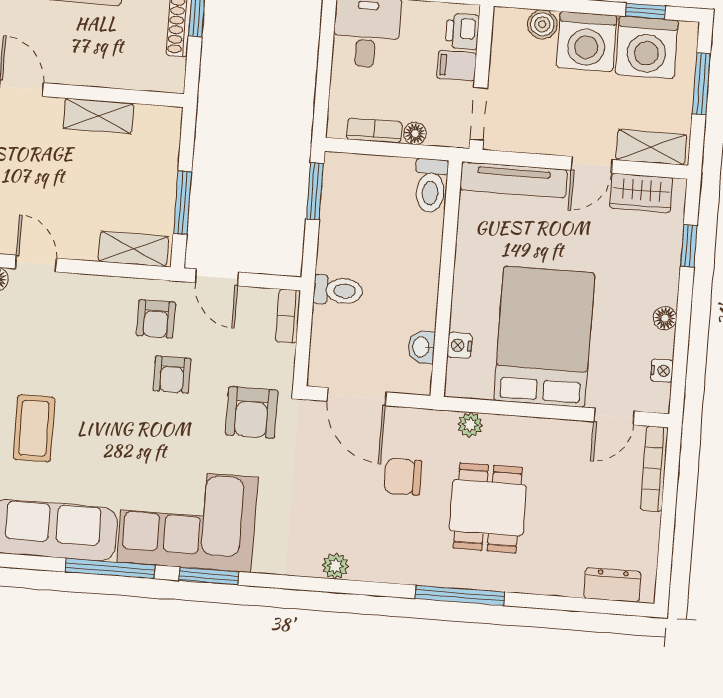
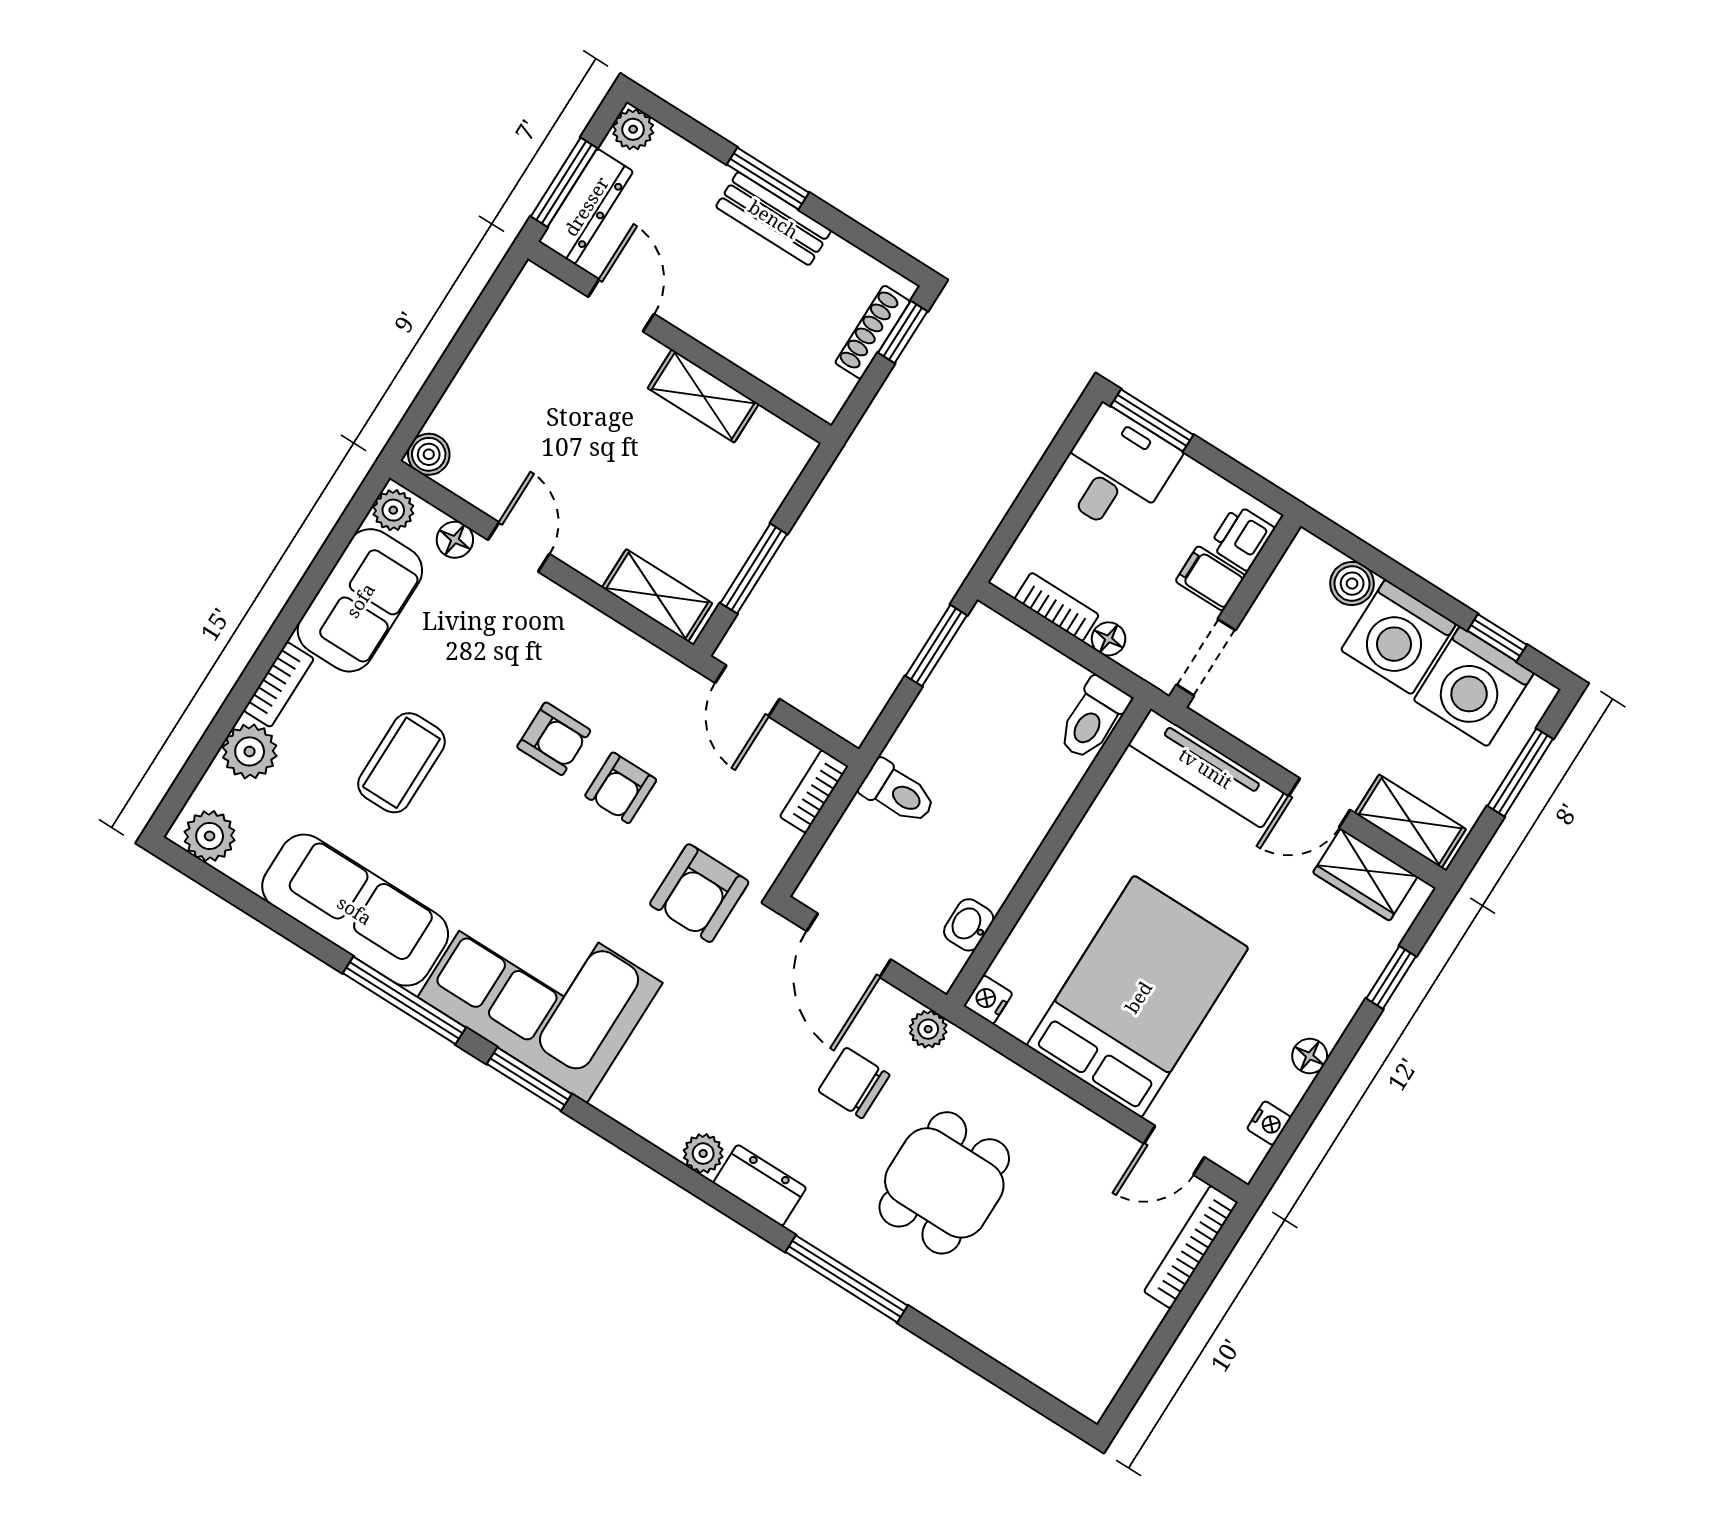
armchair: (156, 319) -> (554, 739), moved, turned -90
nightstand: (460, 345) -> (988, 1000), moved
plant: (470, 425) -> (928, 1029), moved
dresser: (612, 585) -> (760, 1185), moved

